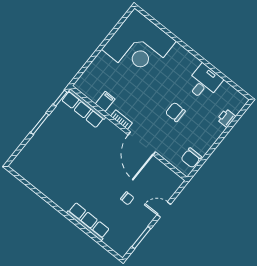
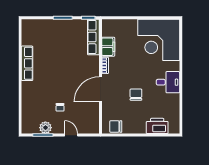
desk: (204, 82) -> (168, 82), moved
filing cabinet: (105, 101) -> (108, 47), width x2.00
printer: (226, 118) -> (157, 126), width x1.87, depth x1.48
row of seats: (88, 221) -> (27, 63), moved
plant: (136, 229) -> (45, 128), added

